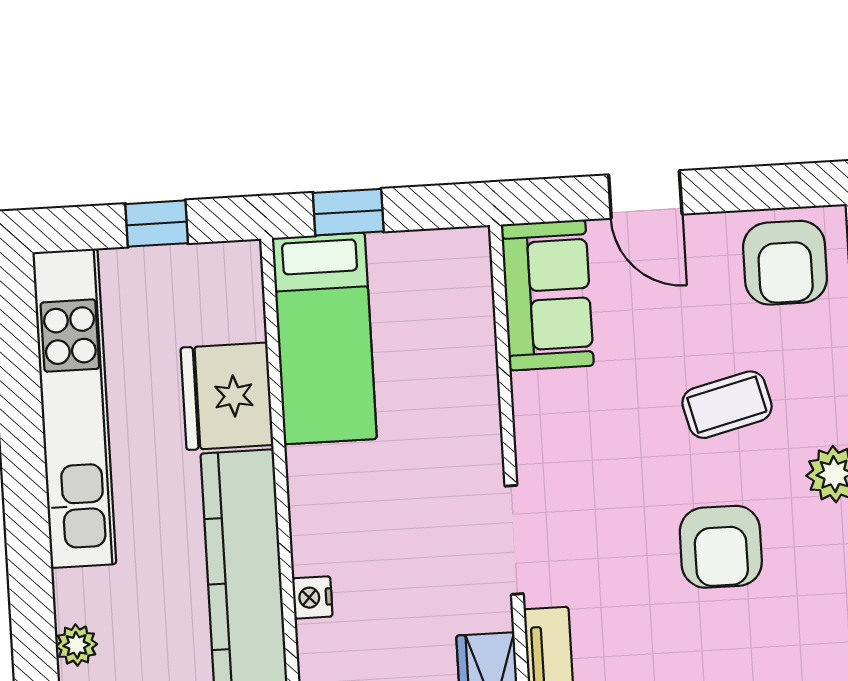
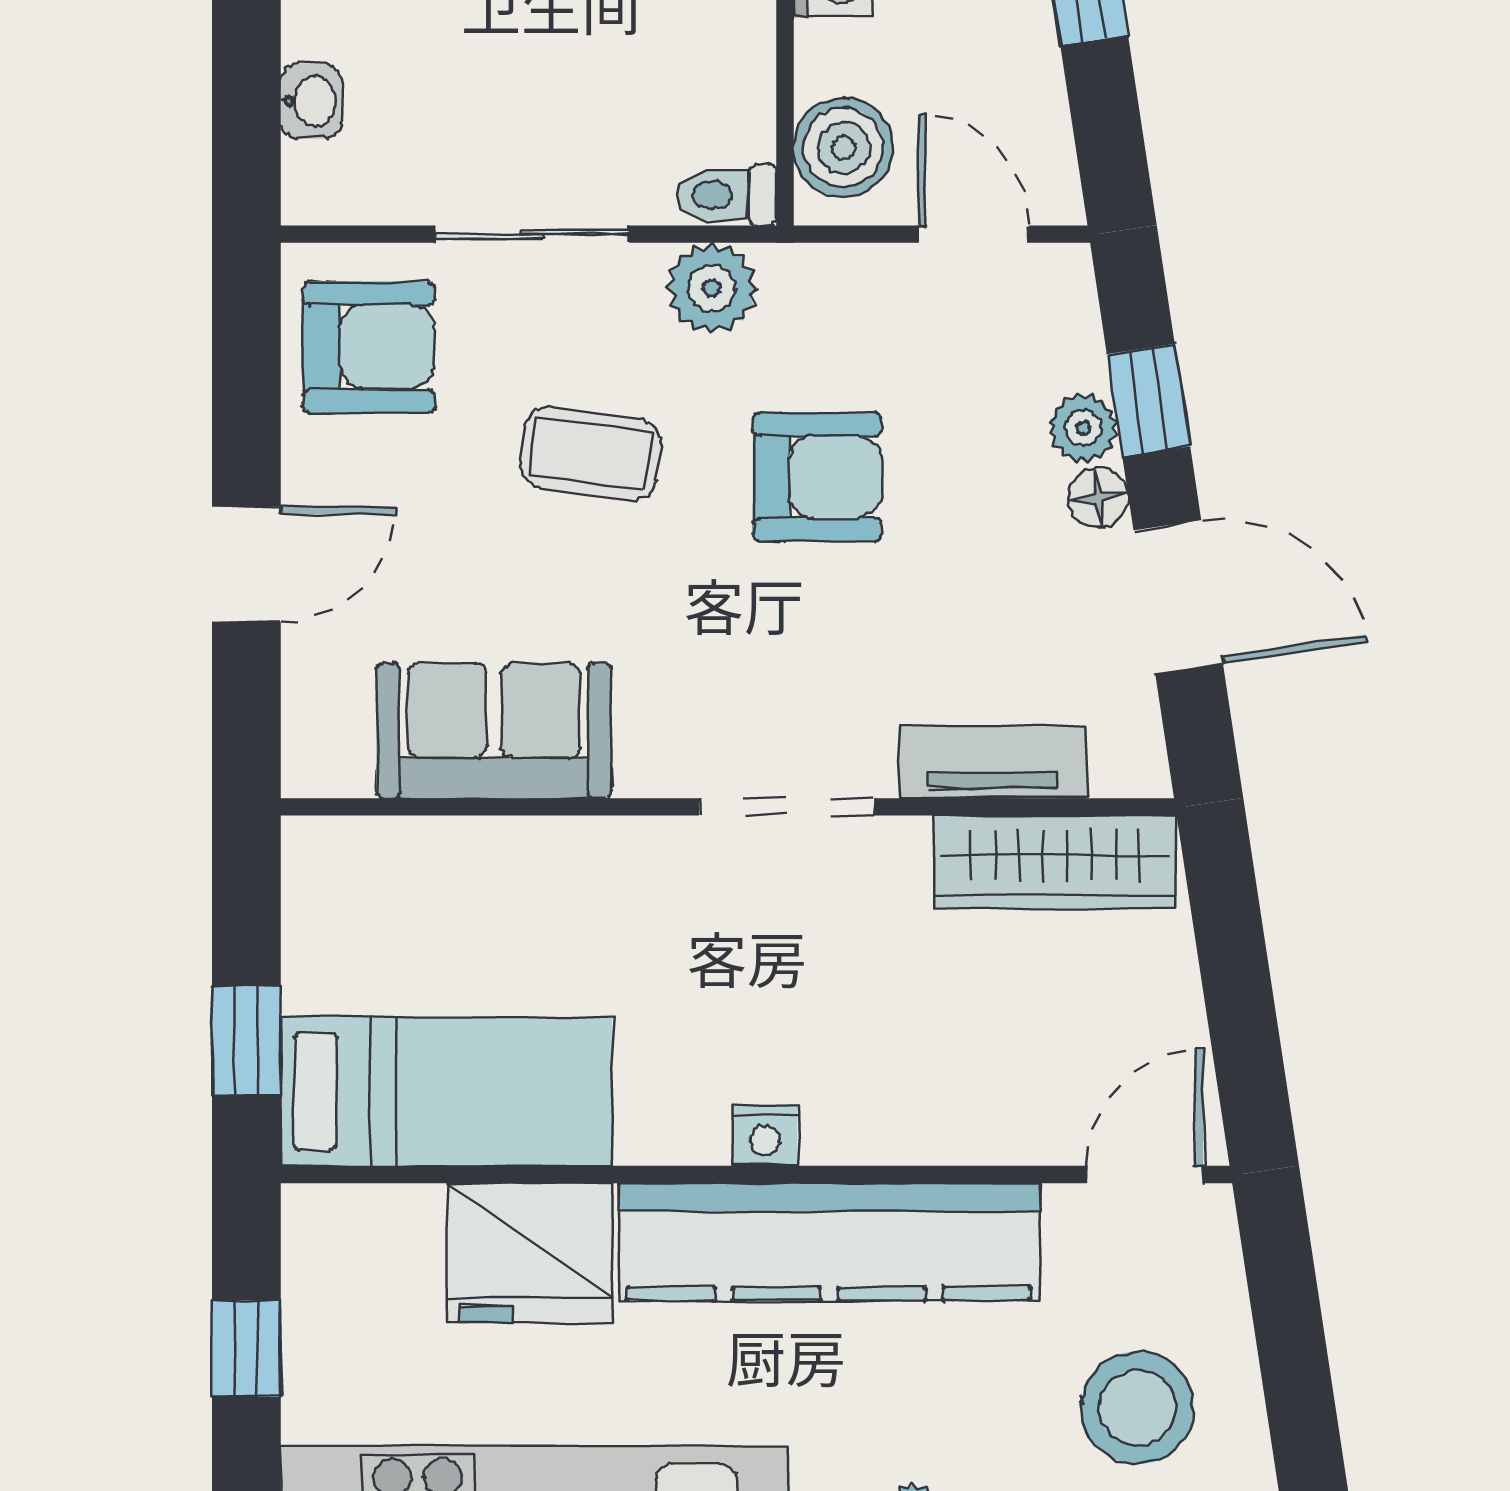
sofa: (547, 295) -> (494, 731), moved
coffee table: (727, 405) -> (590, 453), turned -68
nightstand: (312, 597) -> (765, 1135), moved

